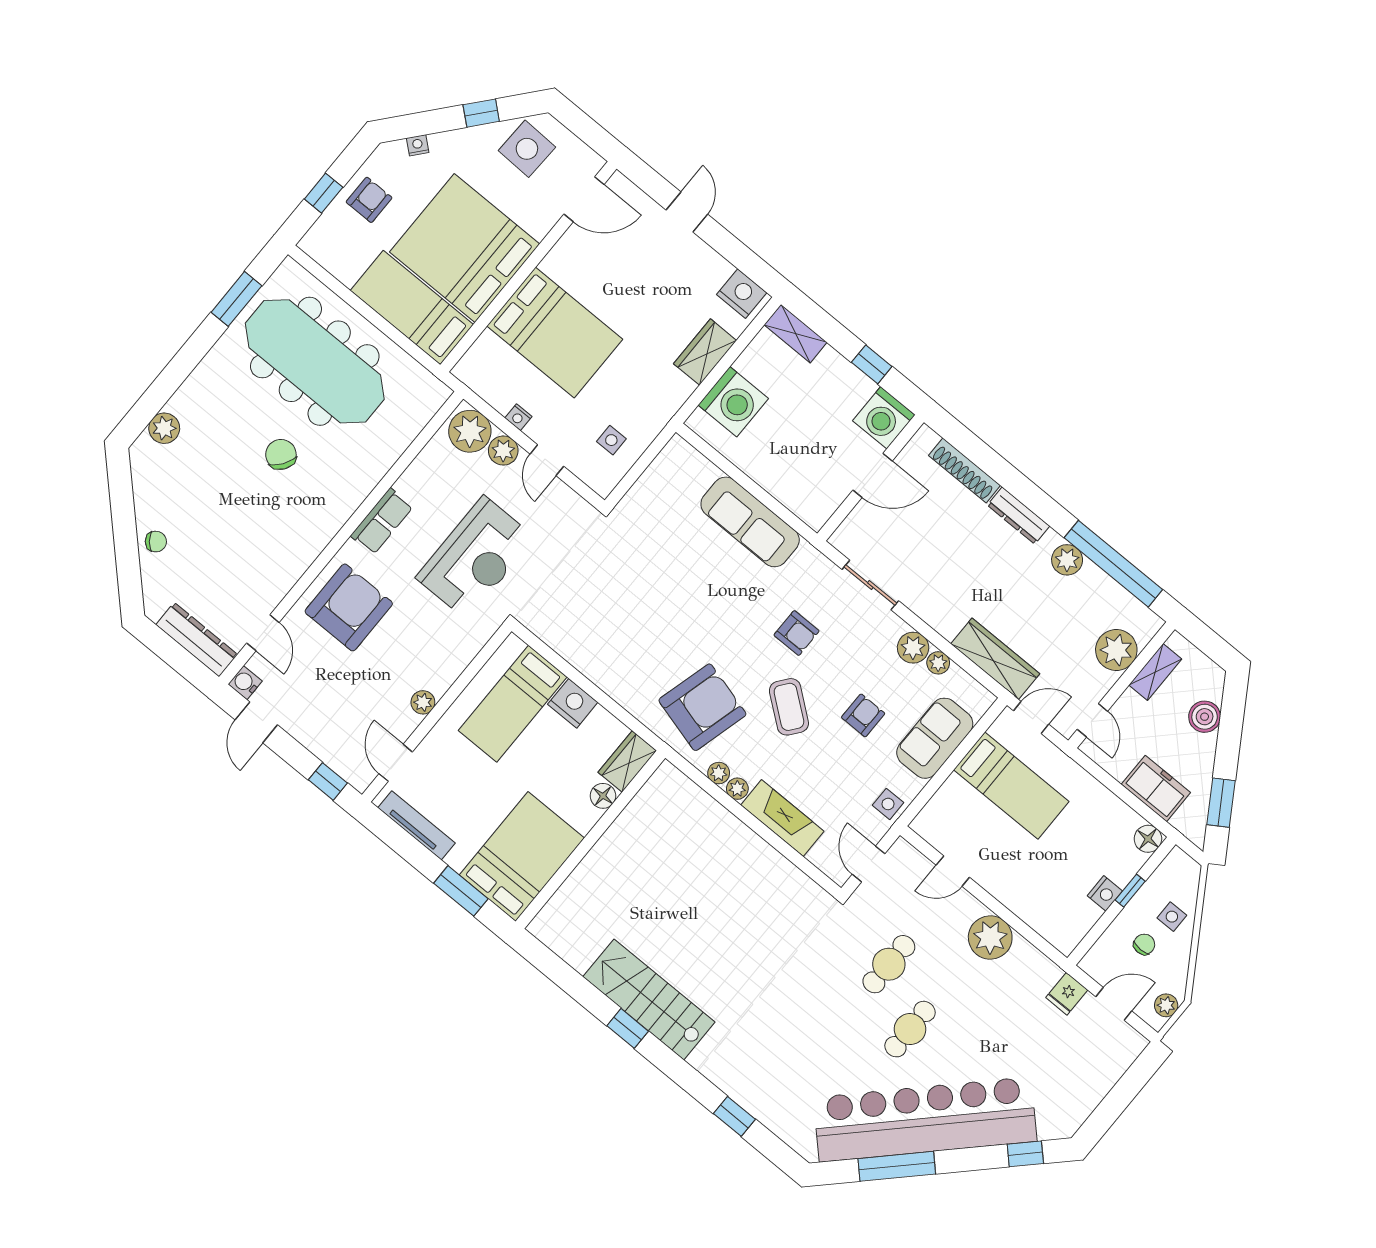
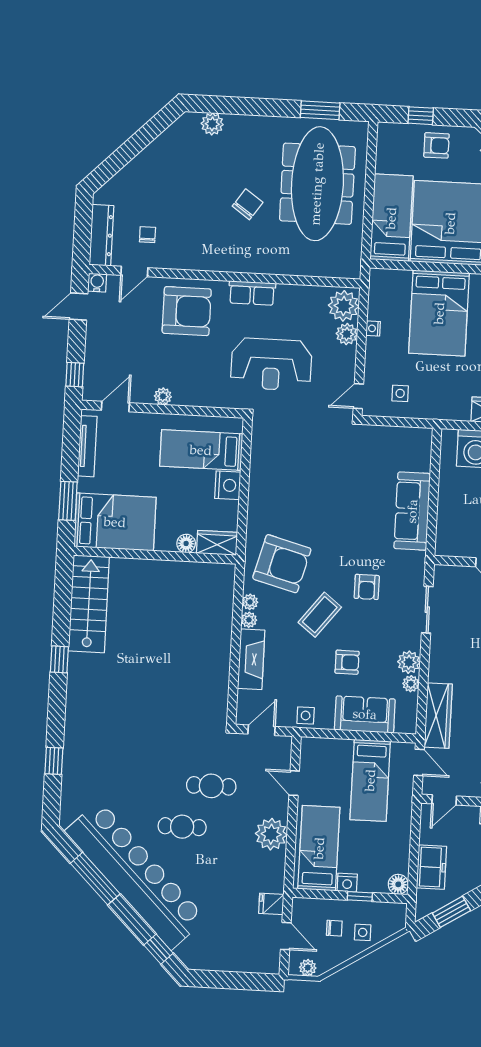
door: (547, 460) -> (358, 396), moved
chair: (156, 542) -> (147, 235), moved, turned -141
bed: (1044, 897) -> (319, 848), added
stairs: (649, 999) -> (89, 604), moved

